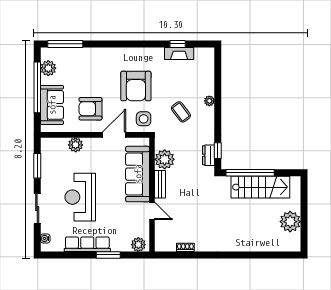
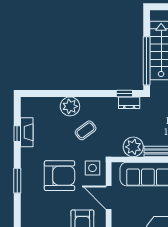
window: (131, 44) -> (17, 181), added
plant: (209, 101) -> (70, 106), width x1.87, depth x1.87

